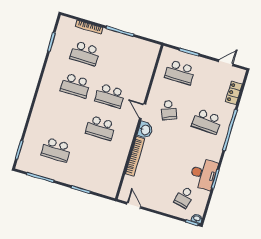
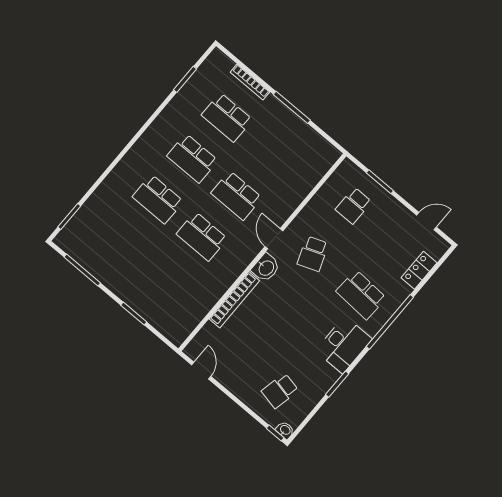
school desk: (180, 72) -> (353, 206), width x0.54
school desk: (56, 150) -> (158, 199), moved
desk: (204, 174) -> (344, 345), moved

